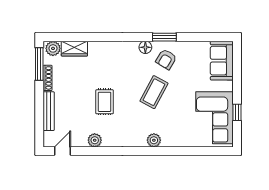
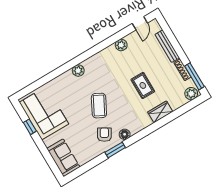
wardrobe: (74, 49) -> (160, 112), moved
rug: (105, 102) -> (143, 85), moved

